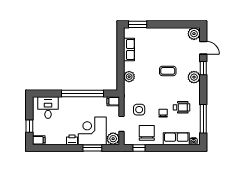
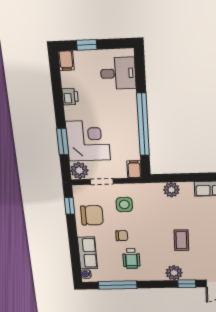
printer: (72, 140) -> (70, 97), moved

